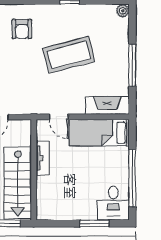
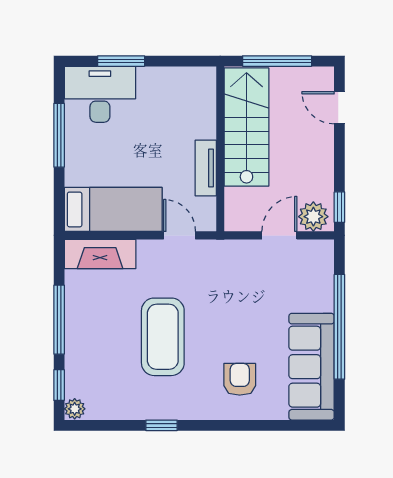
window: (132, 25) -> (59, 385), added
coffee table: (69, 55) -> (163, 337), turned -75
window: (132, 178) -> (59, 135), width x0.68
desk: (113, 203) -> (100, 94), width x1.37

